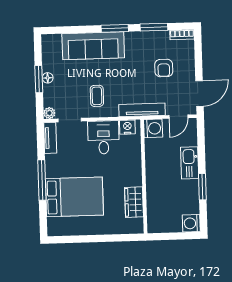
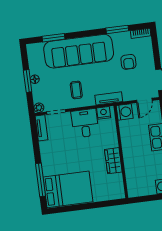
window: (115, 28) -> (54, 38), moved
sofa: (93, 46) -> (79, 51), width x1.36, depth x1.27
tv unit: (142, 110) -> (109, 98), width x0.71
window: (42, 180) -> (40, 180), moved
bed: (74, 197) -> (68, 189), moved
wardrobe: (134, 202) -> (113, 161), moved

